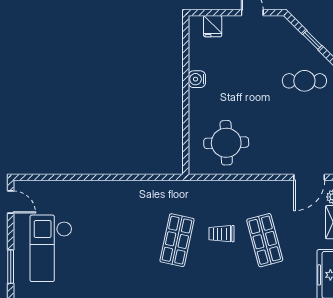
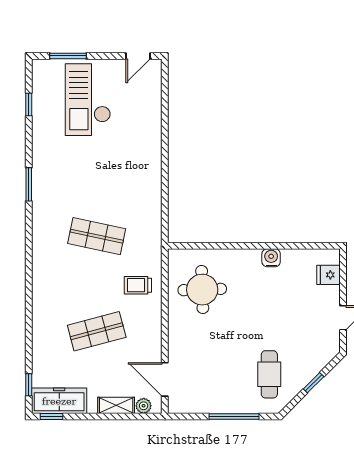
trolley: (222, 234) -> (138, 285), moved, turned -90
checkout: (51, 248) -> (88, 100), turned -90

